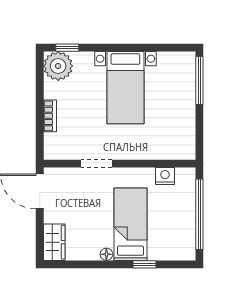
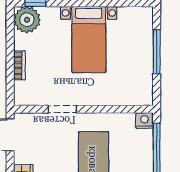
window: (199, 80) -> (157, 52), moved
nightstand: (165, 176) -> (144, 121), moved

